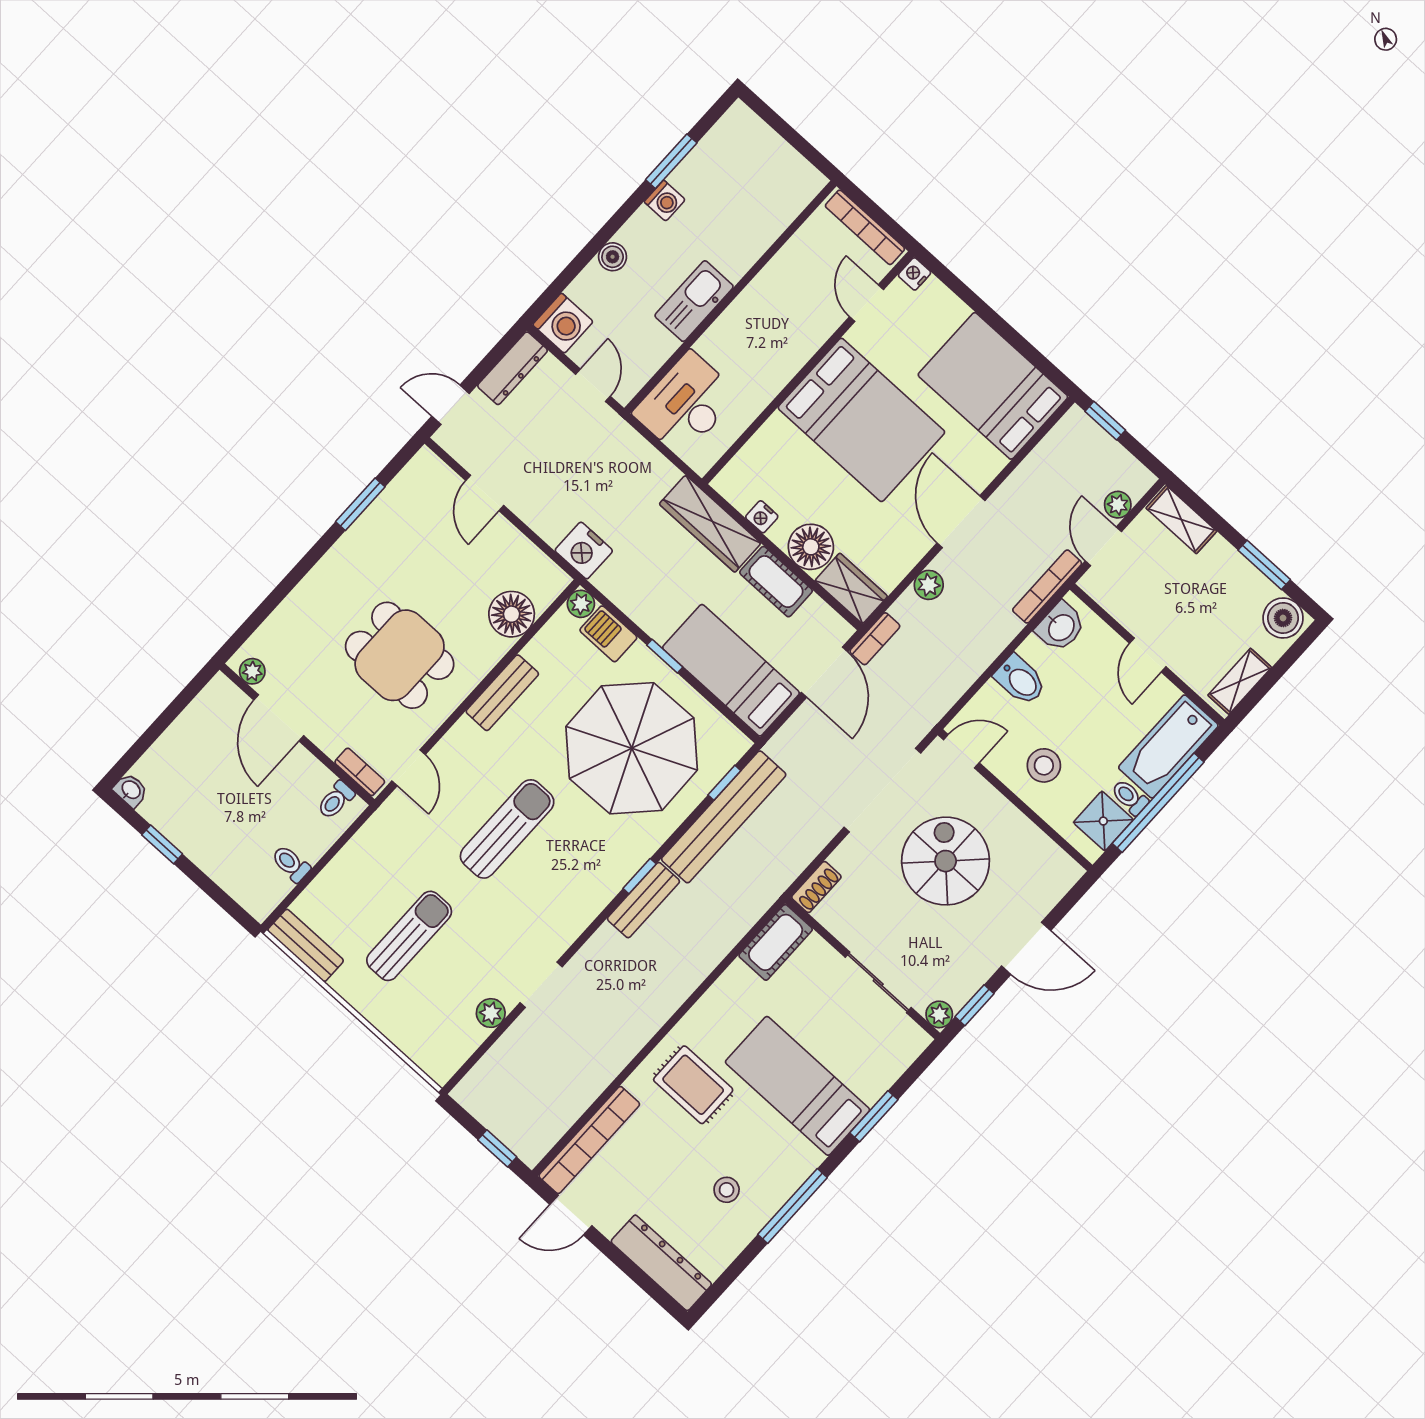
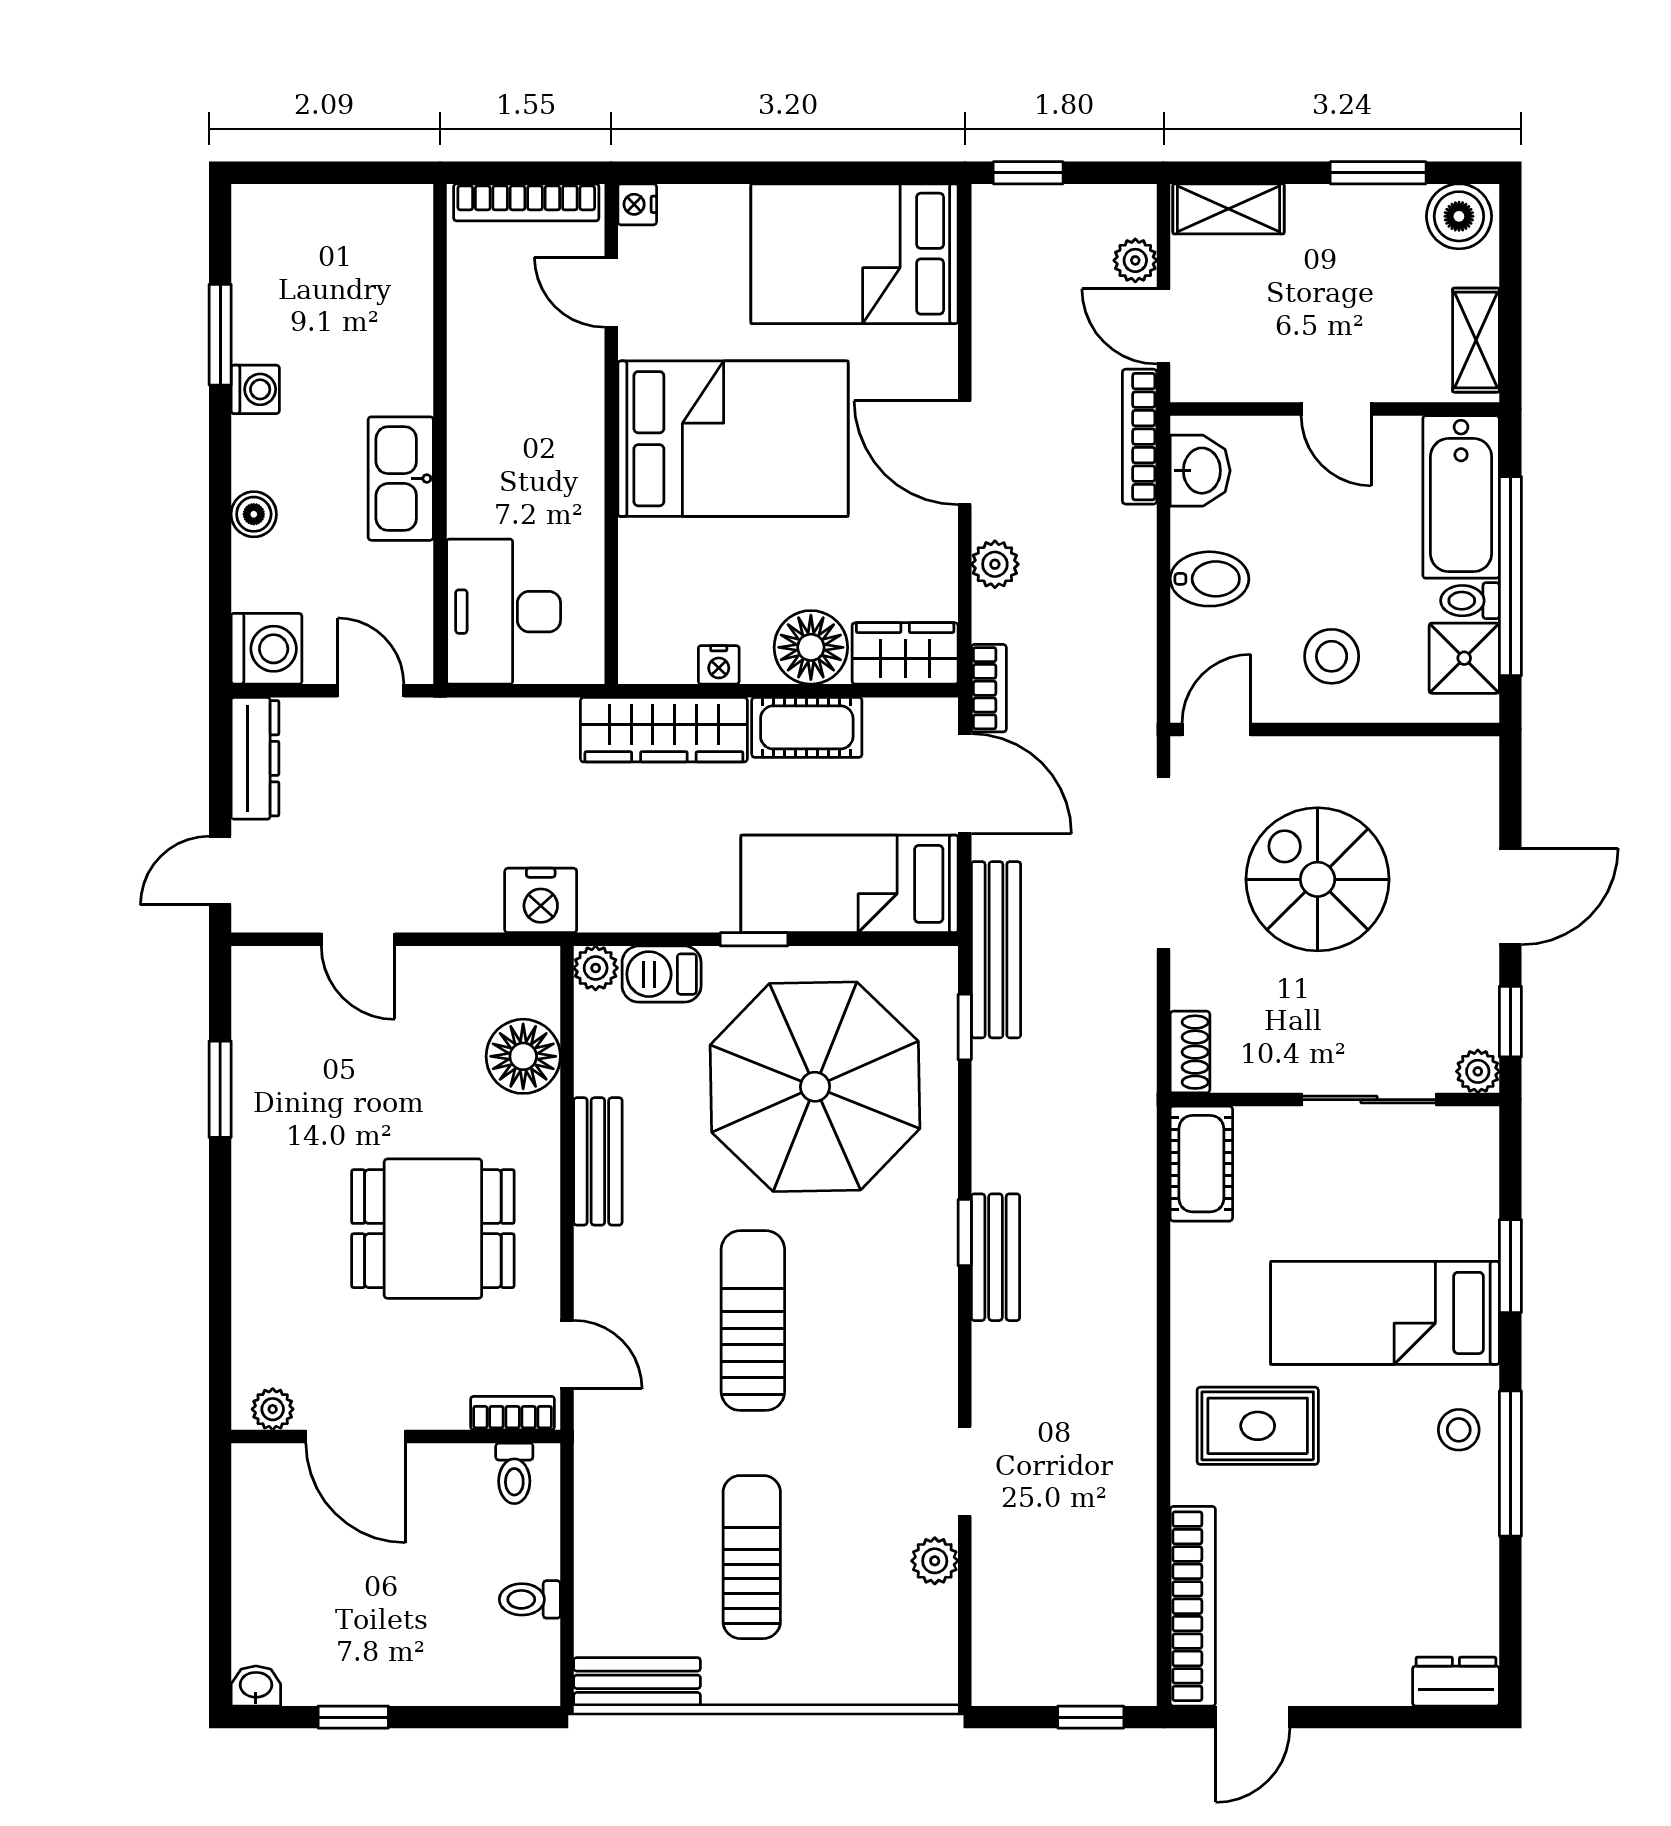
bench: (724, 817) -> (996, 950), moved, width x0.73, depth x0.82
stool: (727, 1190) -> (1459, 1430), moved
dresser: (661, 1263) -> (1456, 1682), width x0.51, depth x0.80

